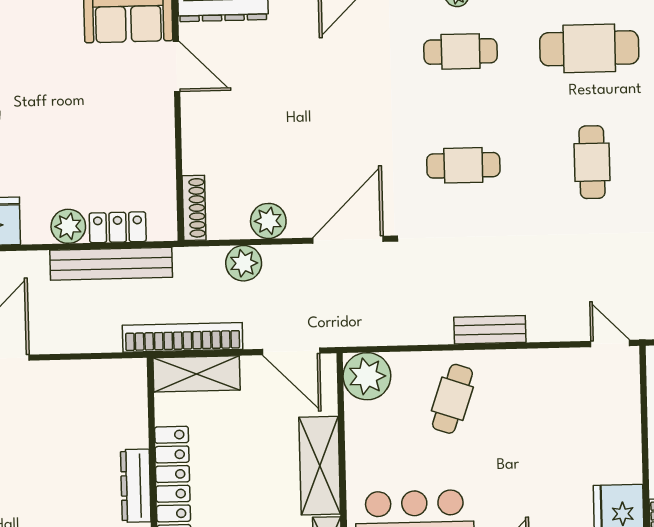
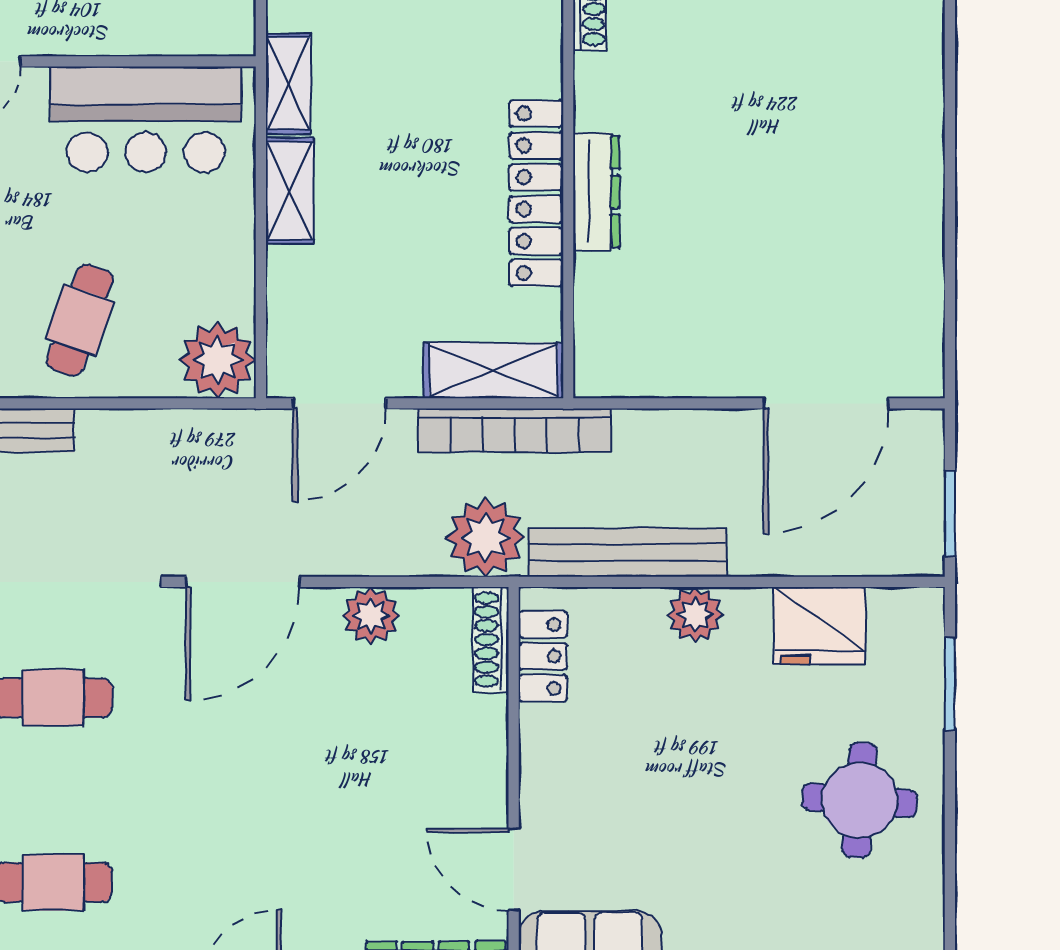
locker: (118, 227) -> (543, 656), moved, turned -90
plant: (244, 263) -> (485, 537), moved, width x1.36, depth x1.36
door: (291, 351) -> (339, 403), swing flipped
shelving: (320, 466) -> (290, 191), width x0.67, depth x0.75

